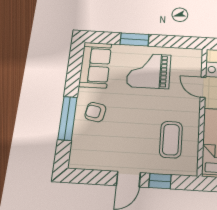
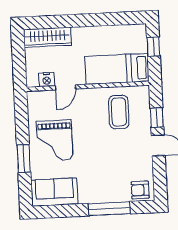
armchair: (95, 112) -> (140, 190), moved, turned 79
coffee table: (171, 140) -> (119, 112), turned 90

